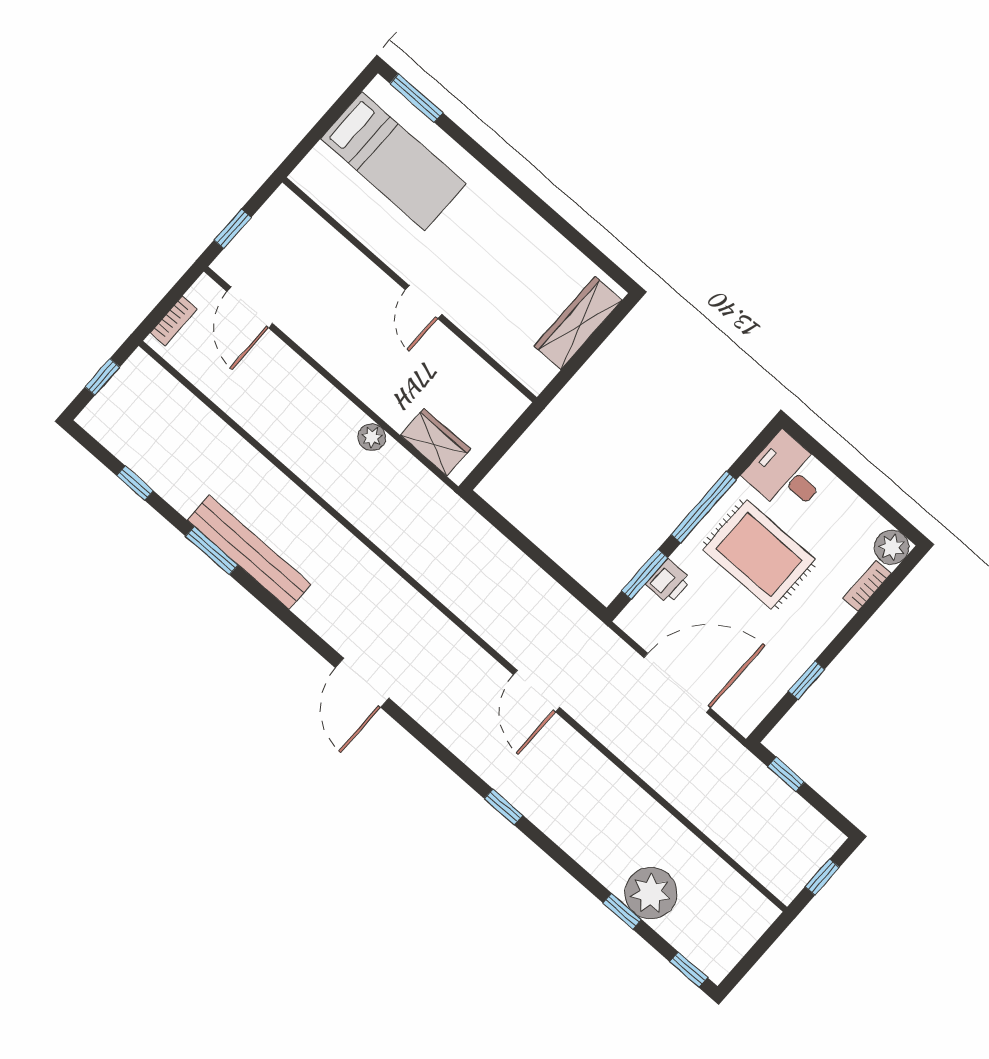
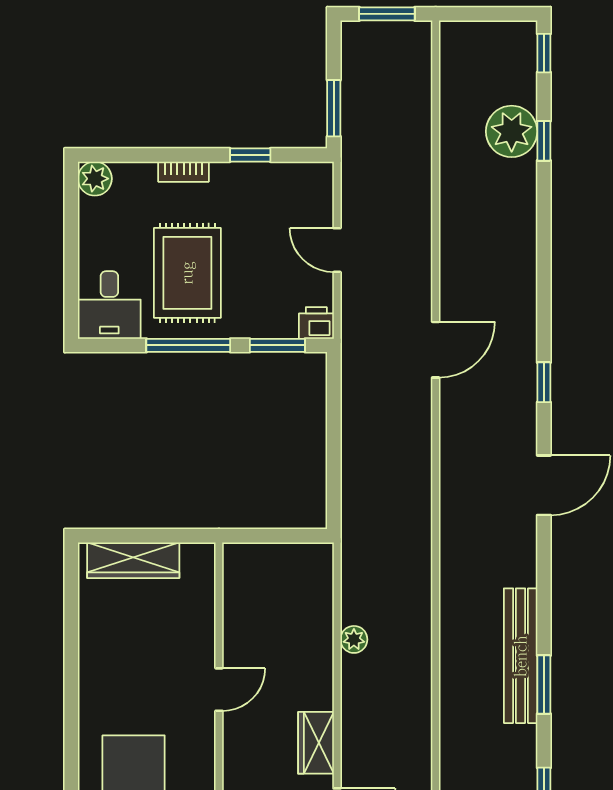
wardrobe: (435, 442) -> (316, 743), moved
printer: (668, 582) -> (316, 323), moved
bookcase: (867, 586) -> (184, 172), moved
door: (677, 683) -> (337, 250), width x0.53
window: (786, 774) -> (334, 108), width x1.50
window: (503, 807) -> (544, 382), moved
window: (822, 877) -> (387, 14), width x1.50

